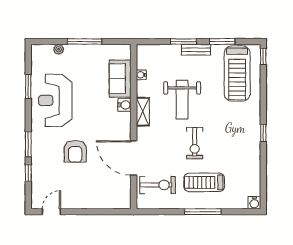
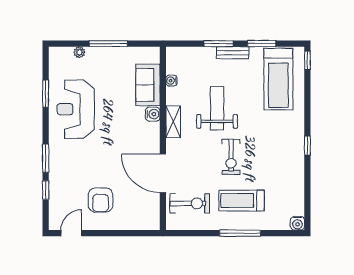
weight bench: (182, 100) -> (217, 108), turned 180
armchair: (75, 151) -> (101, 200), moved

